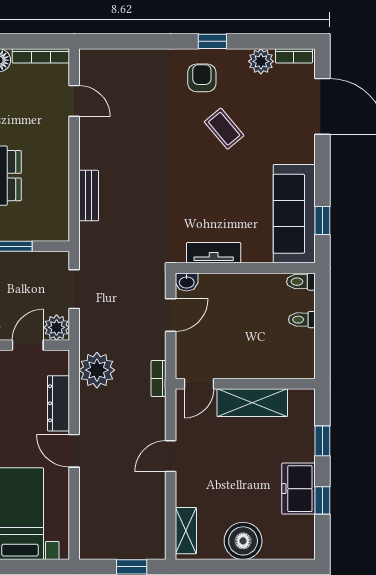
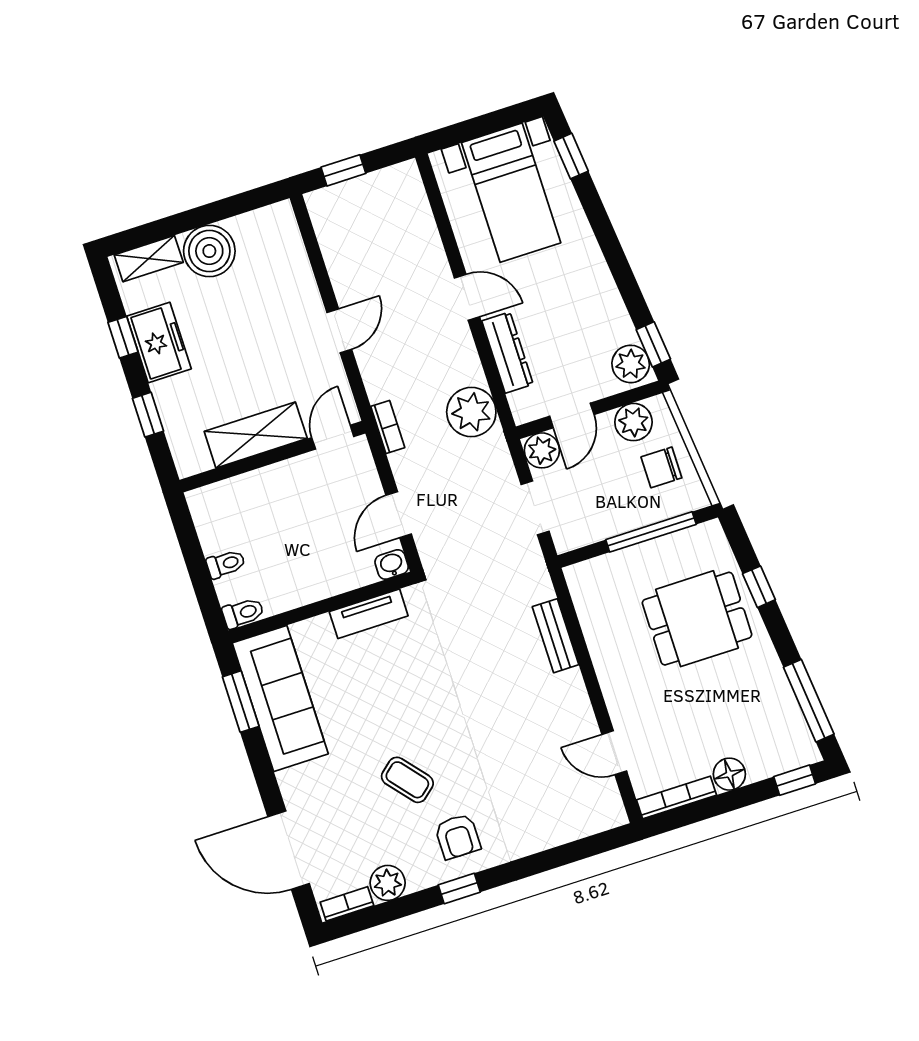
window: (322, 220) -> (241, 702), width x1.50
shelving: (186, 531) -> (149, 259), moved, turned 90

